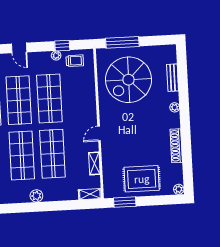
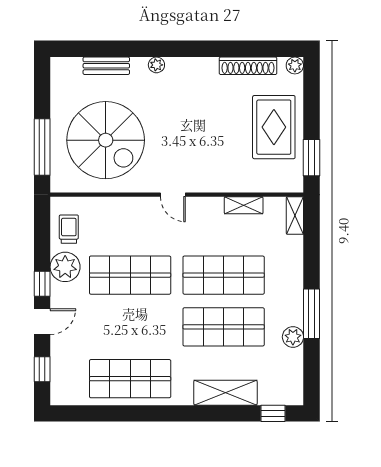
window: (62, 46) -> (42, 284), moved
plant: (56, 55) -> (65, 267), width x1.88, depth x1.88
shop shelf: (19, 100) -> (130, 327), removed
door: (99, 134) -> (173, 195), moved
shoe rack: (176, 146) -> (248, 66), moved
plant: (36, 196) -> (293, 337), moved
window: (32, 207) -> (312, 314), added

